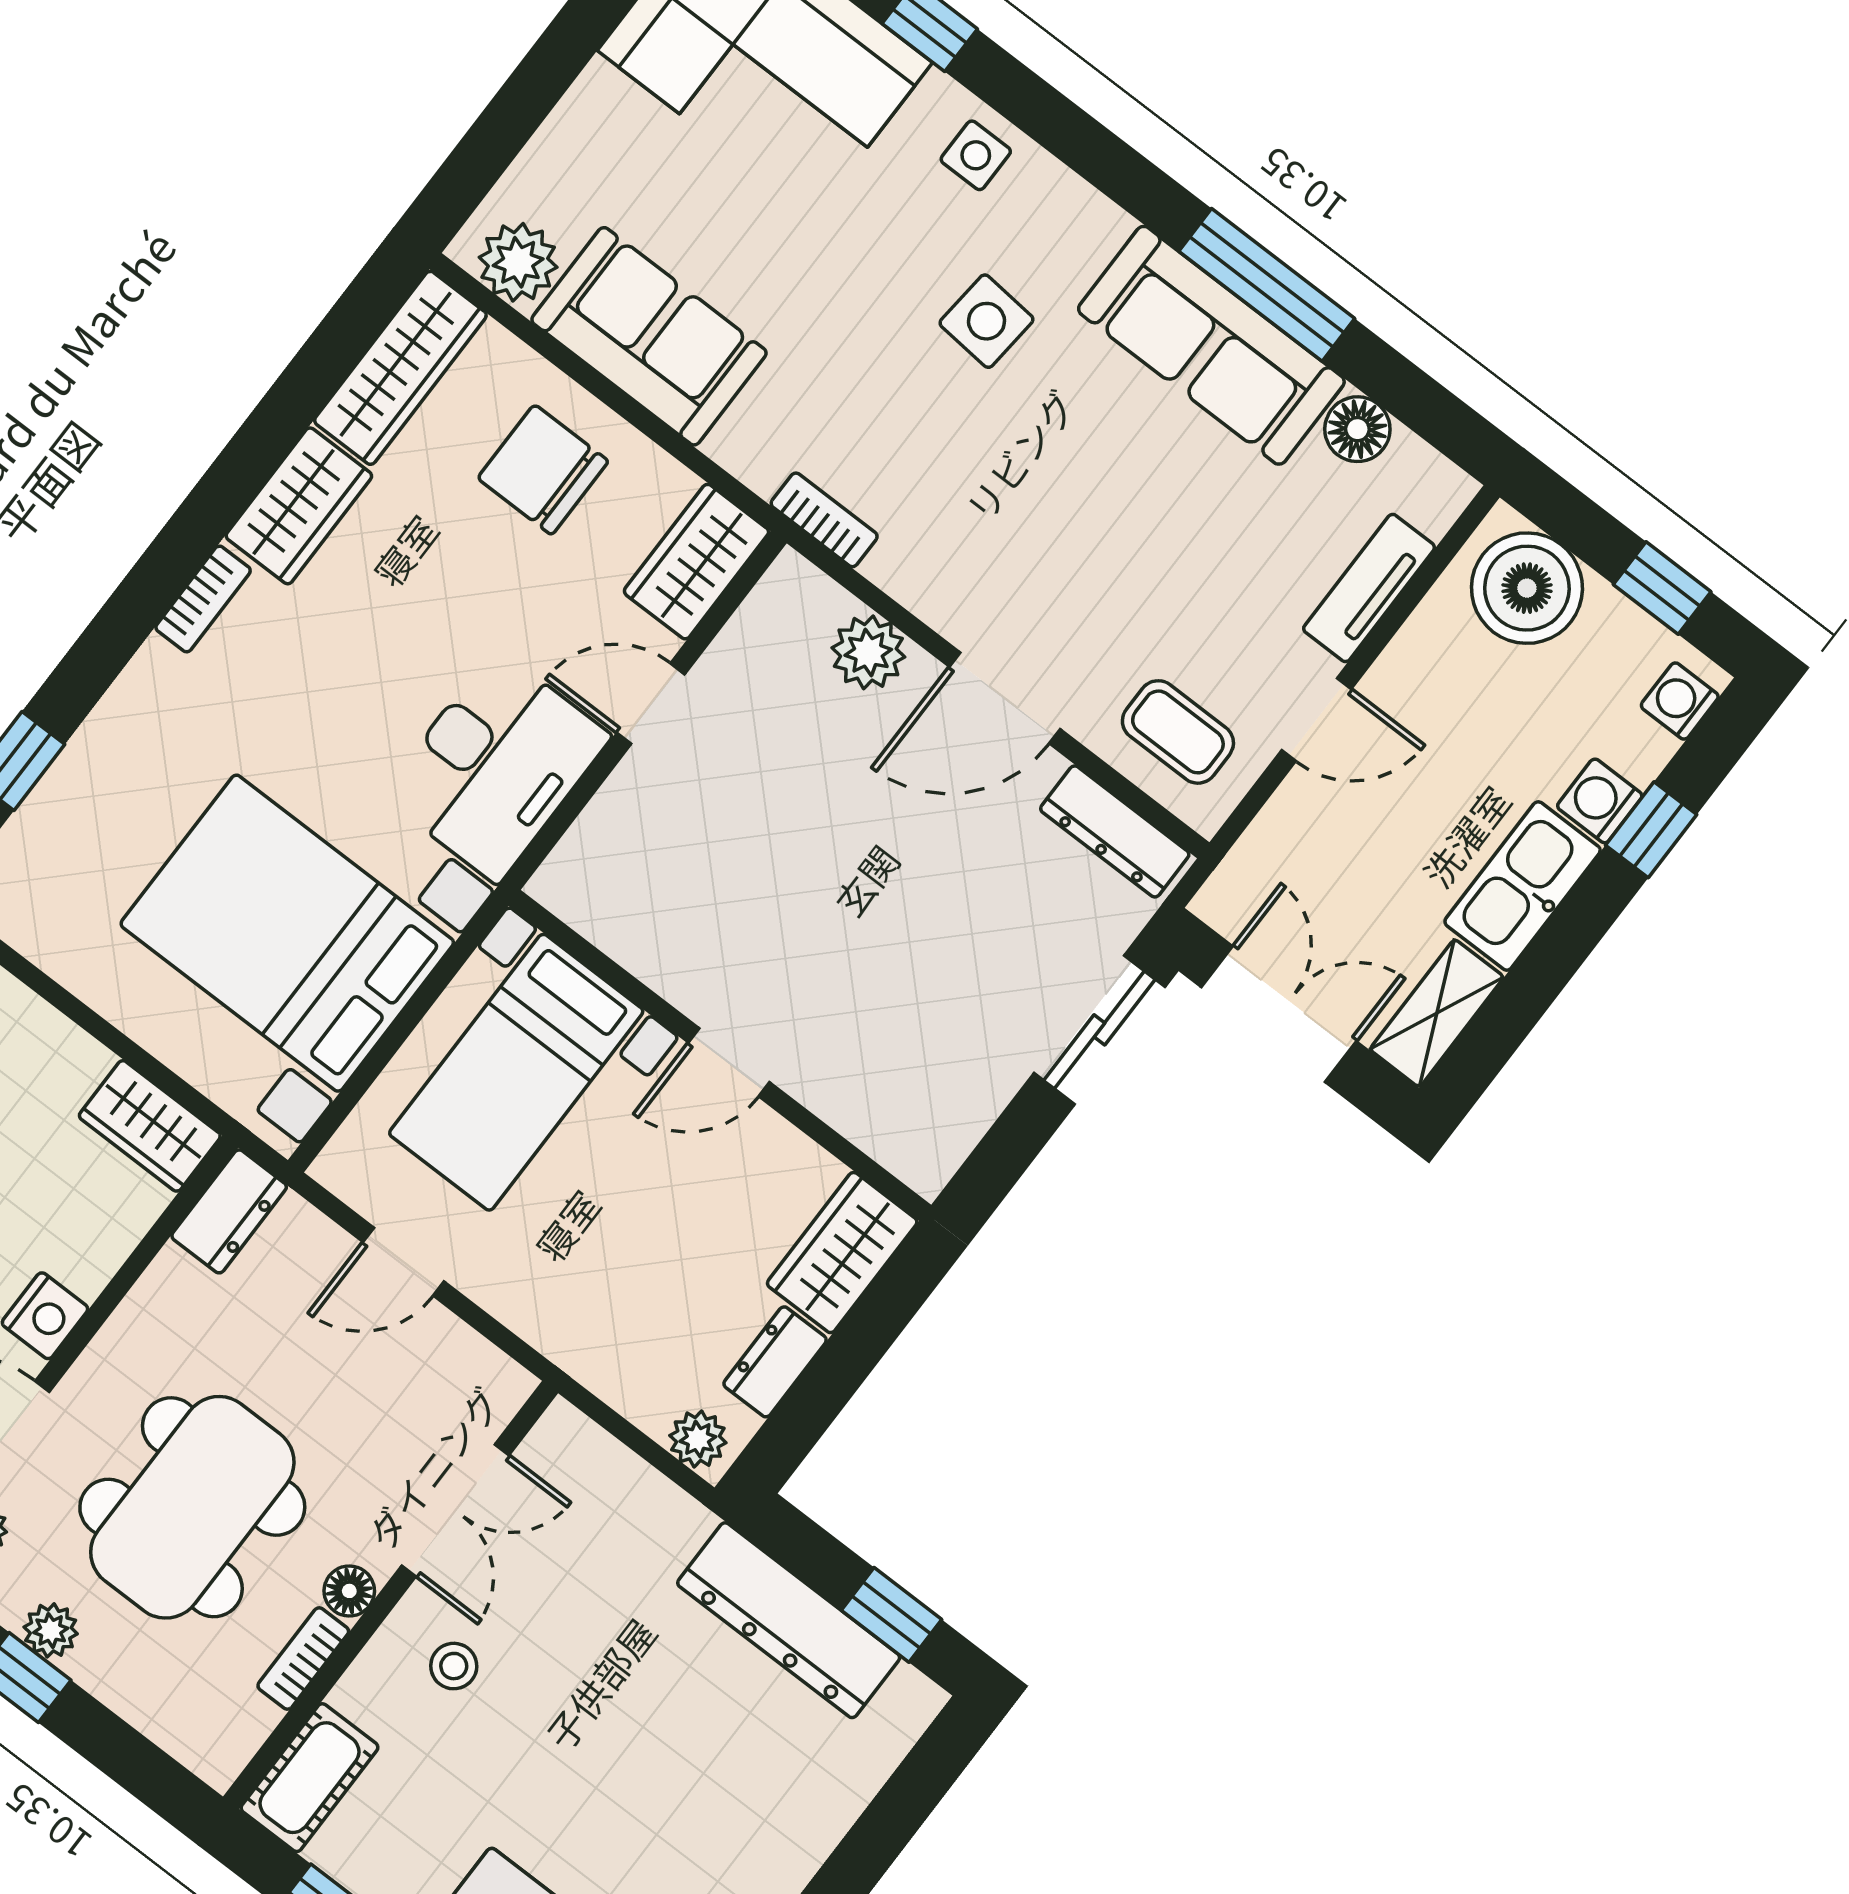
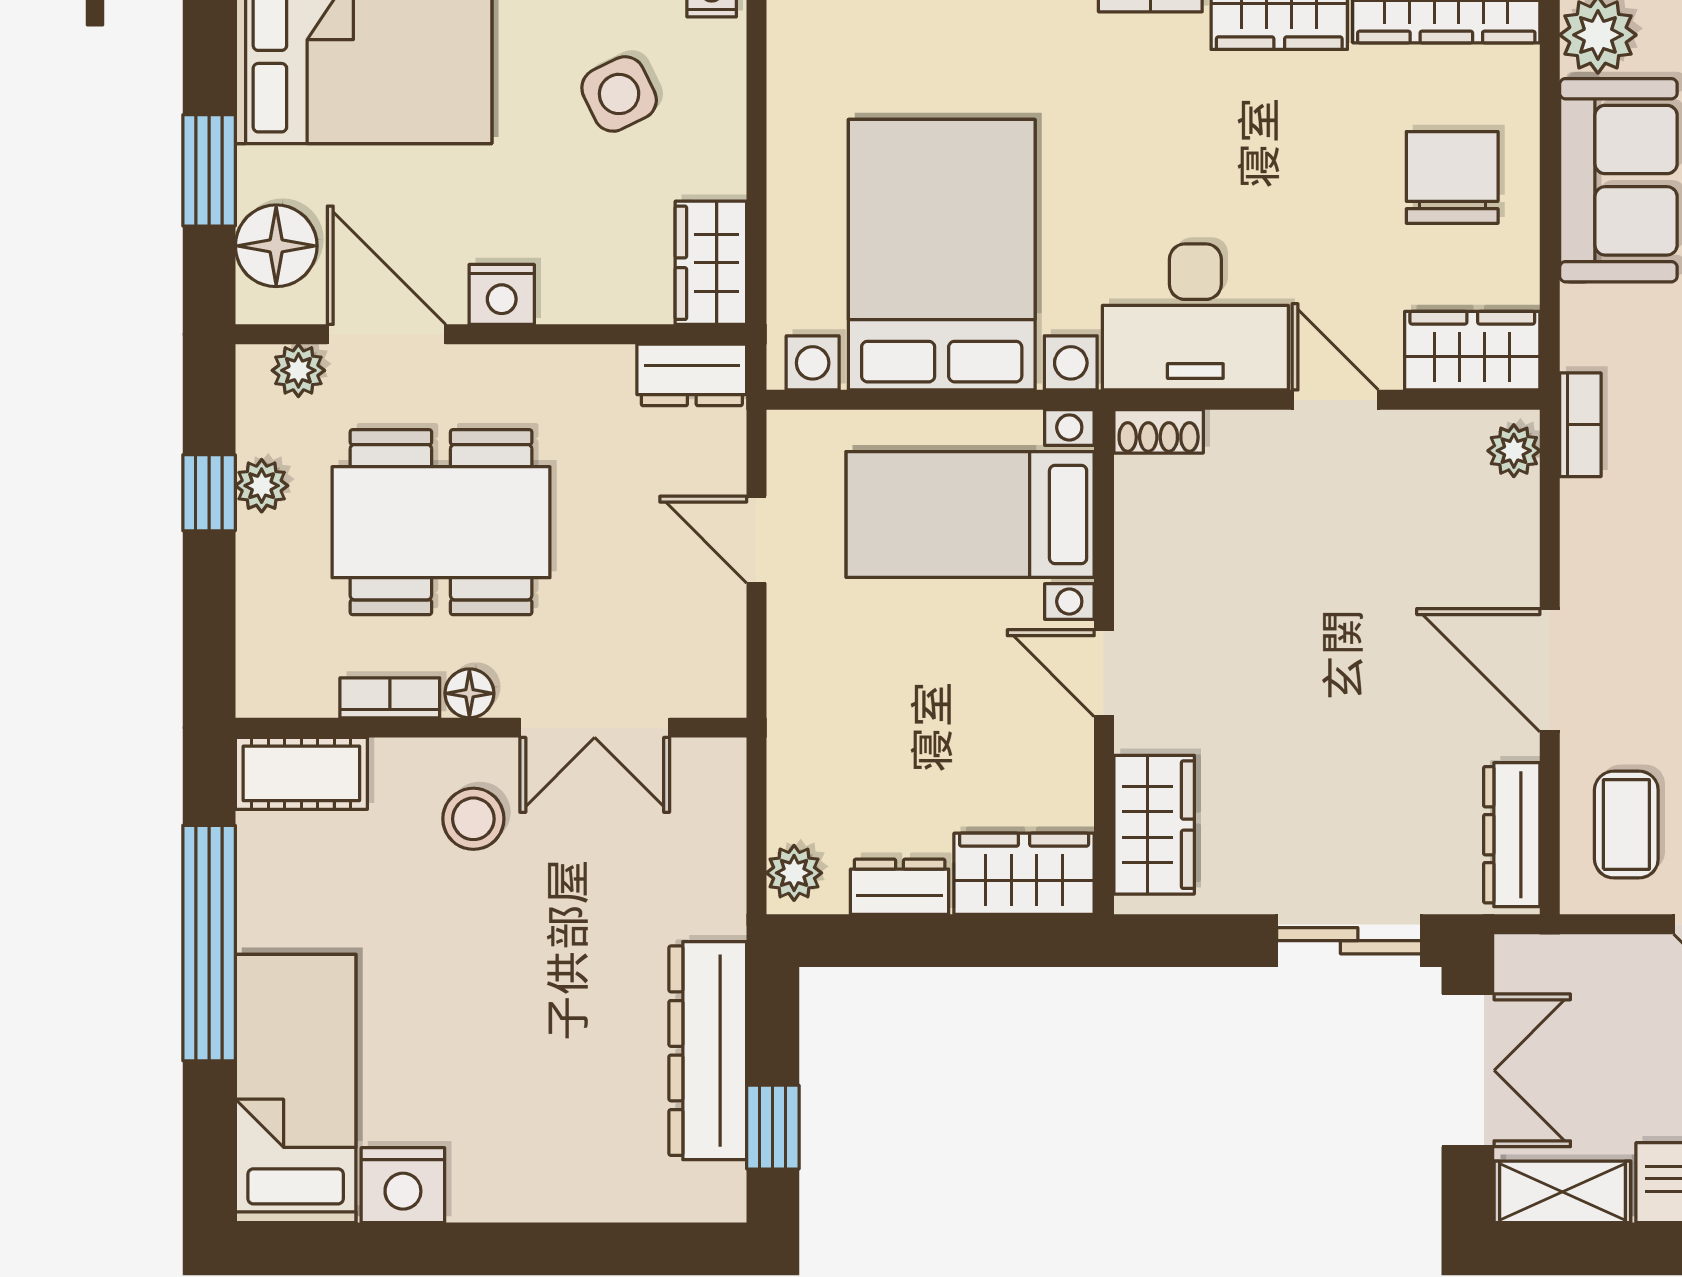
plant: (868, 652) -> (1514, 451), moved, width x0.73, depth x0.73
shoe rack: (566, 867) -> (1159, 431), added
wardrobe: (883, 1116) -> (1154, 825), added
stool: (454, 1666) -> (473, 819), width x1.37, depth x1.37

